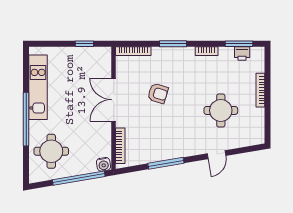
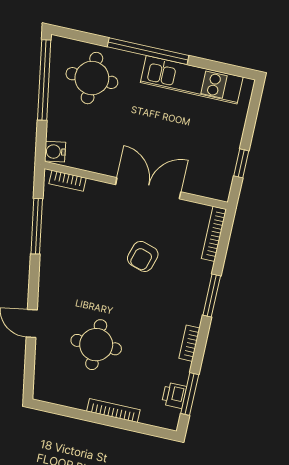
bookcase: (120, 146) -> (68, 181), width x0.64
window: (166, 163) -> (37, 226), moved
window: (79, 178) -> (44, 80), moved

